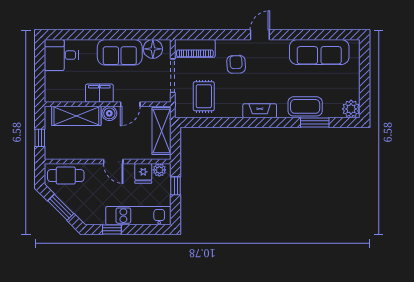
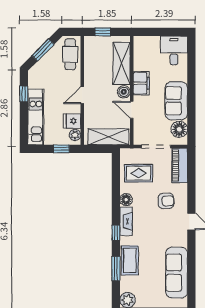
floor lamp: (235, 111) -> (126, 200), added
window: (273, 122) -> (116, 233), added

